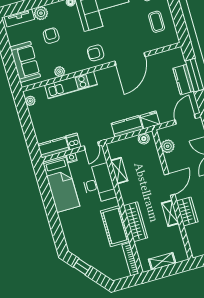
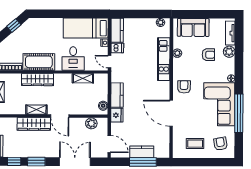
desk: (99, 184) -> (73, 59), width x0.73
wardrobe: (187, 211) -> (34, 124), width x1.50

